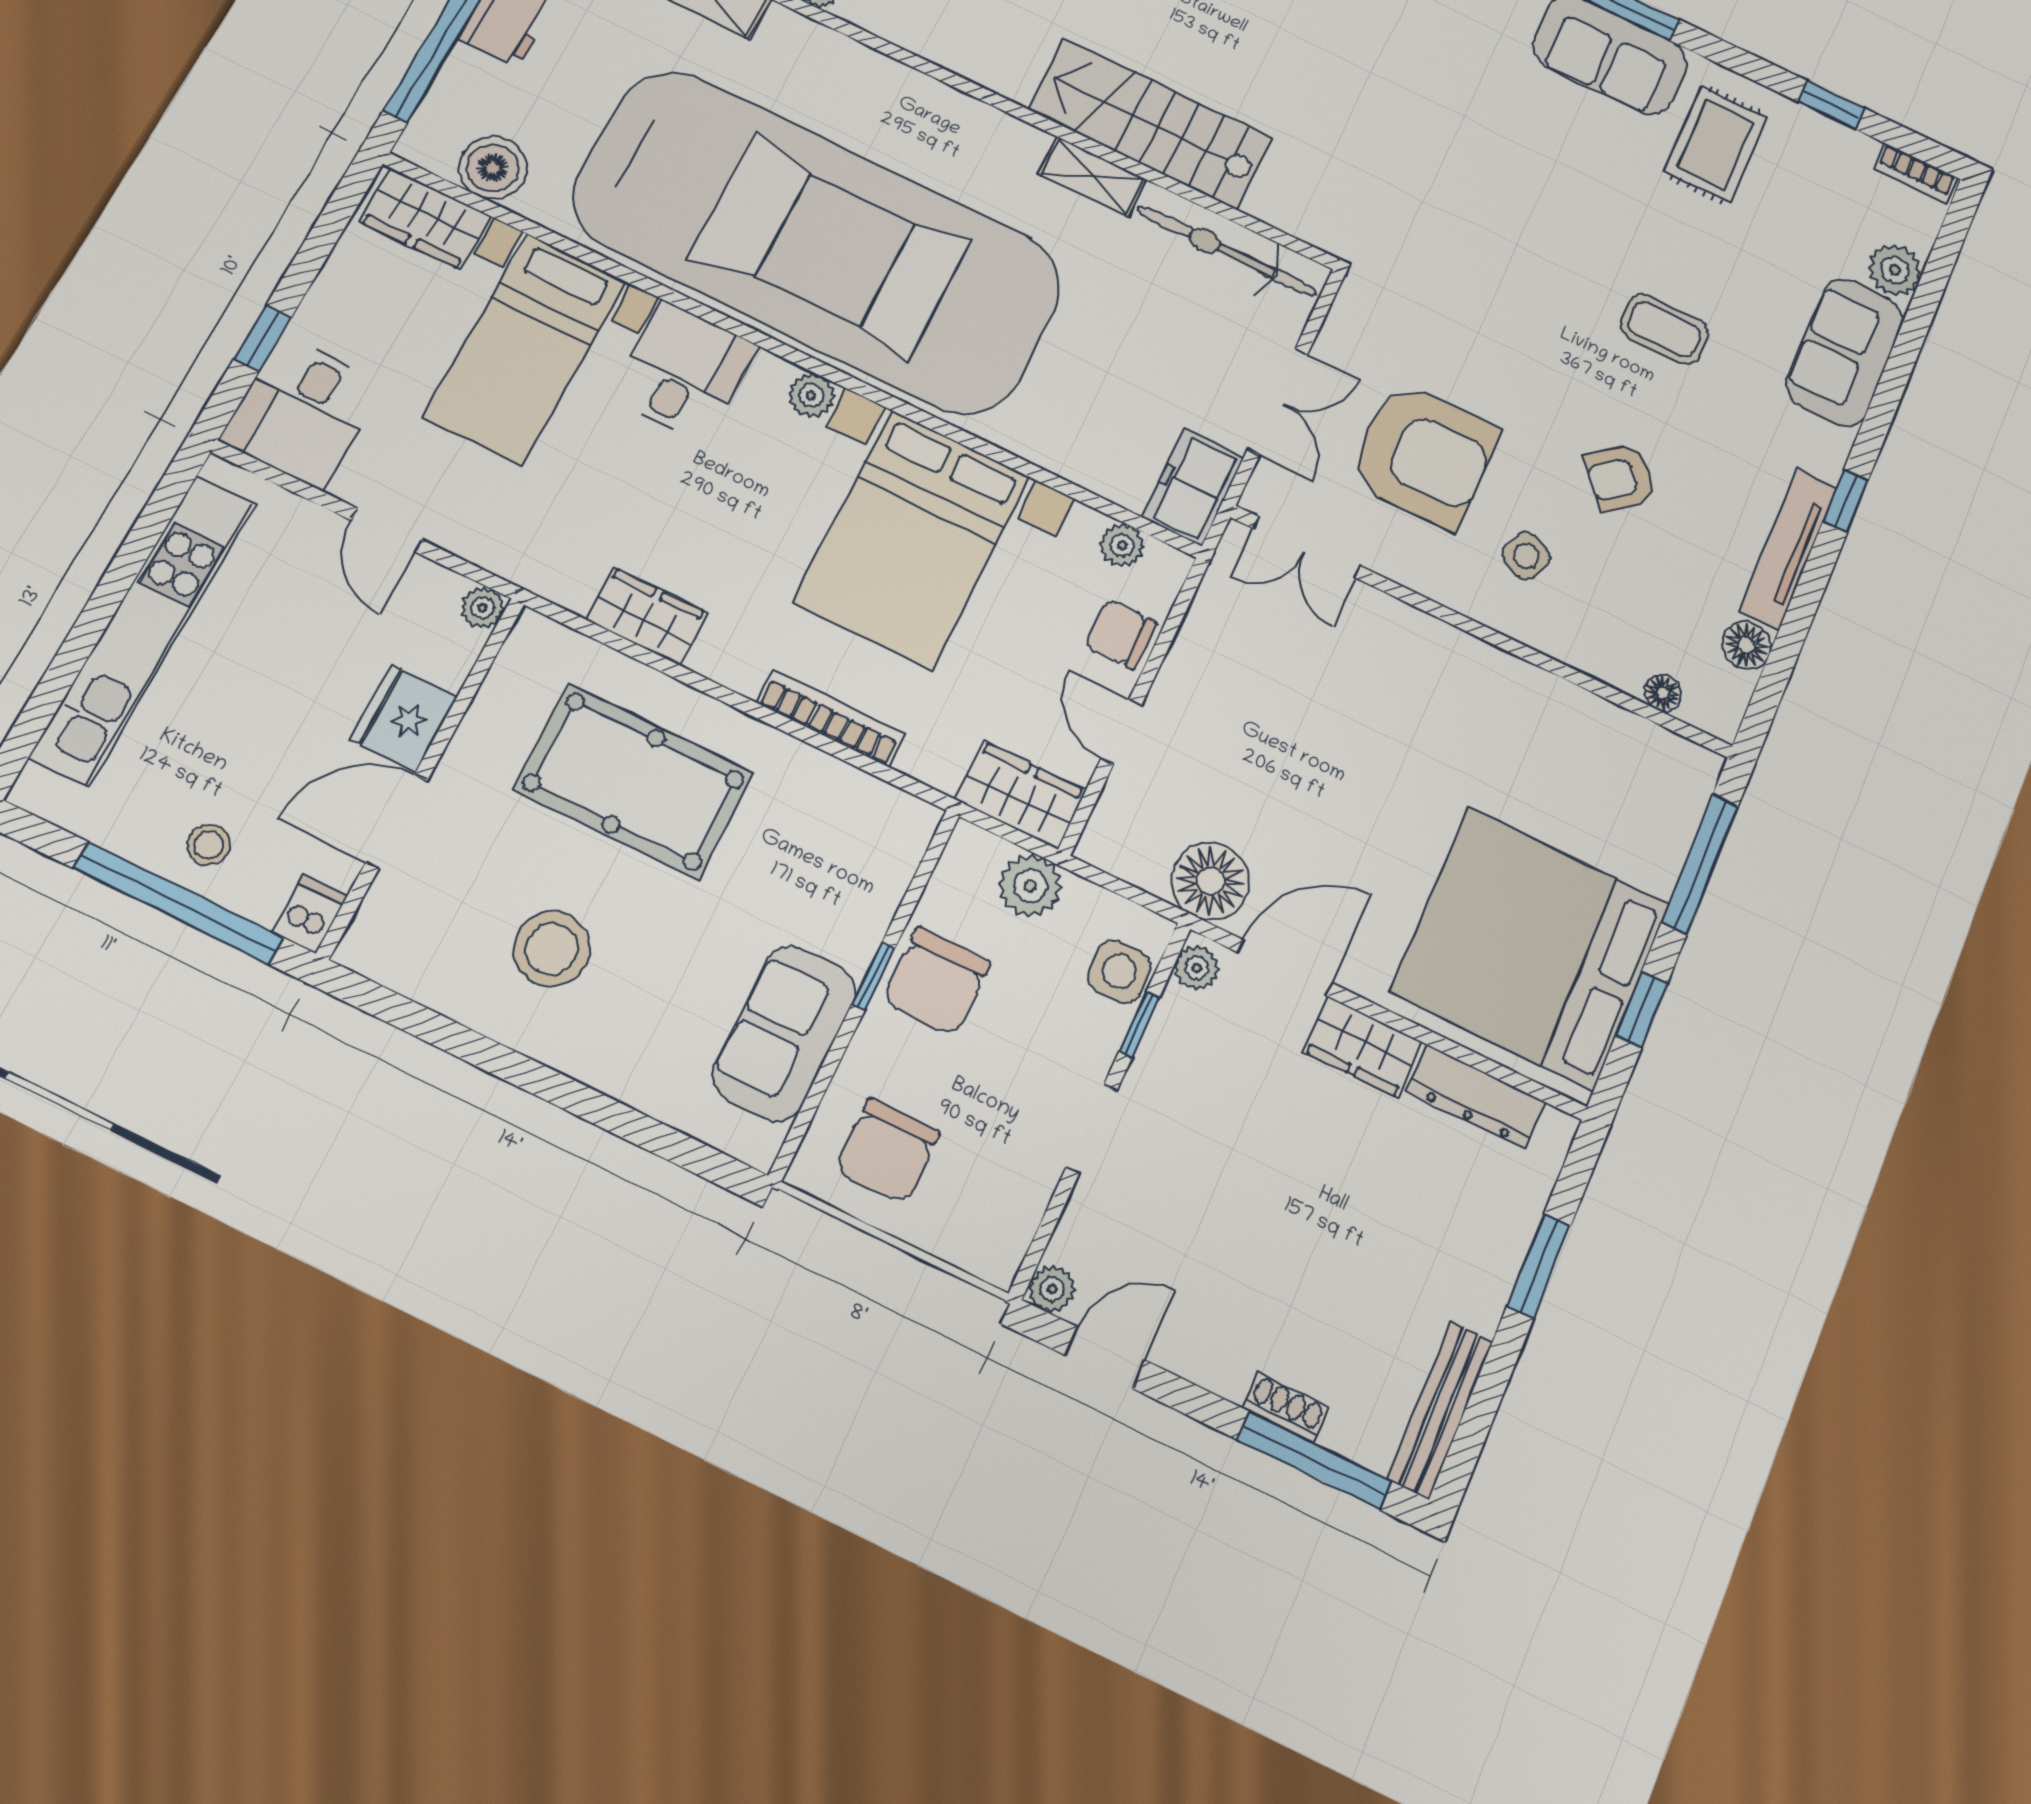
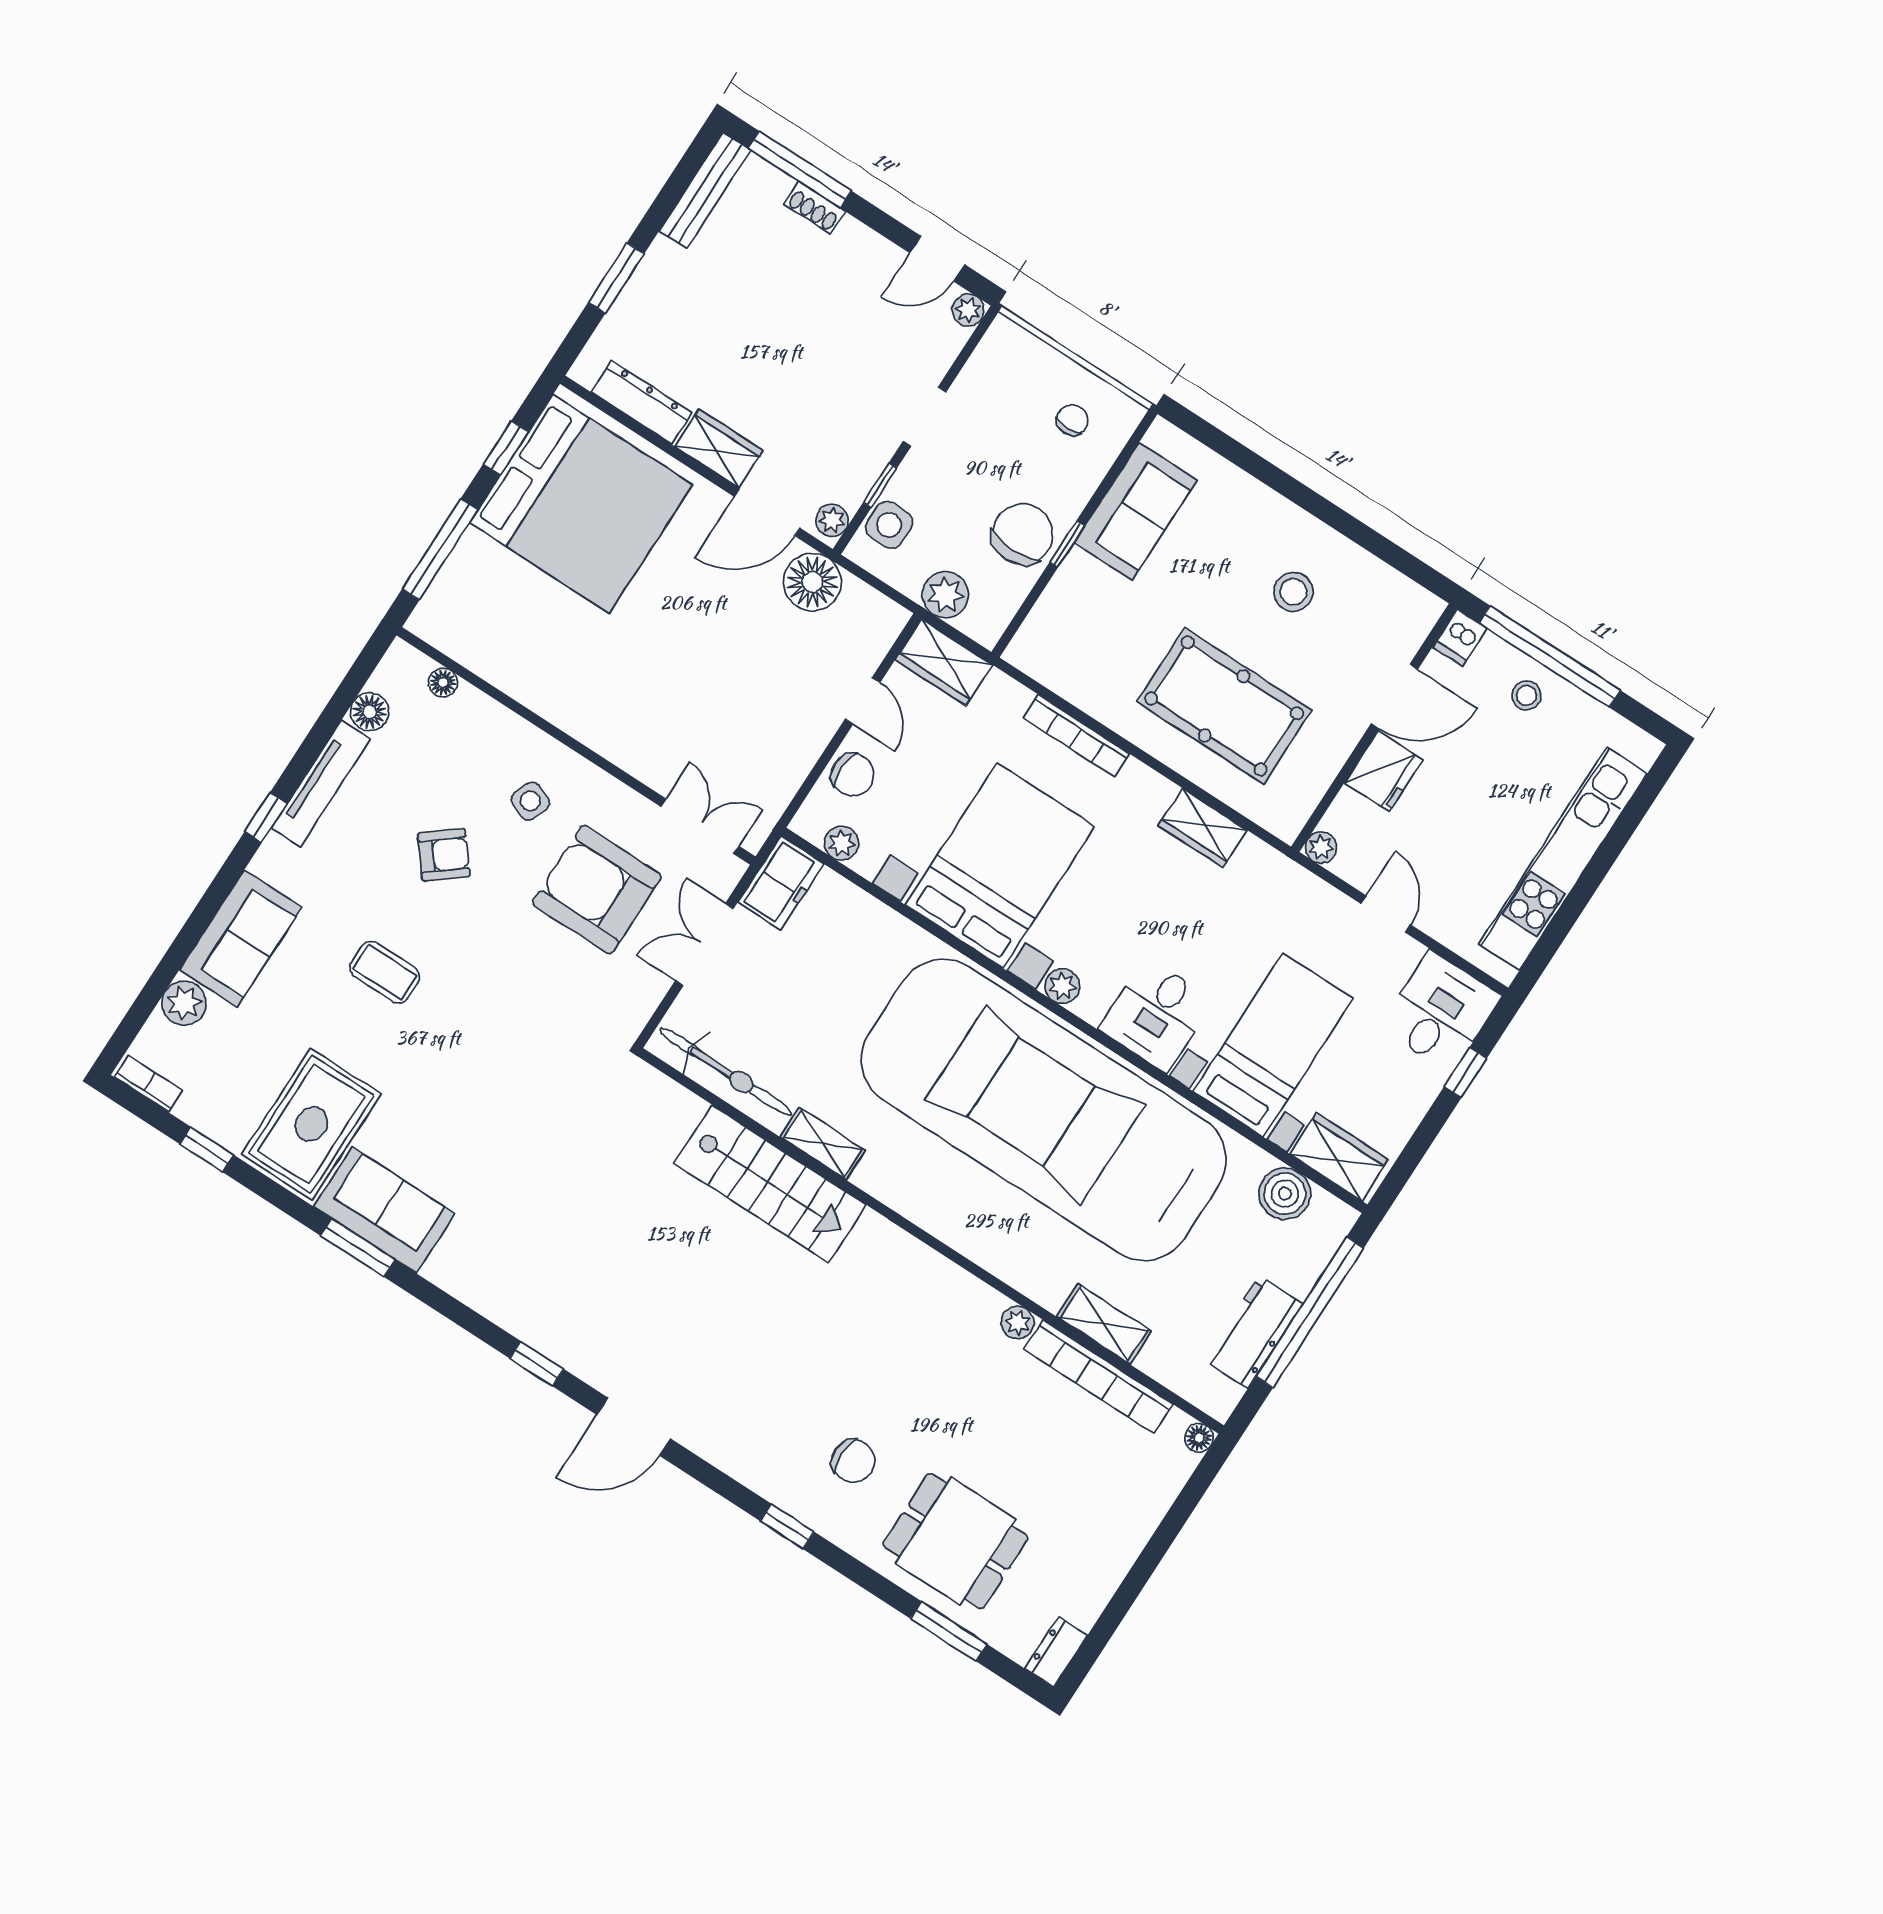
rug: (1716, 144) -> (311, 1124), width x1.36, depth x1.43
stool: (552, 949) -> (1293, 592), width x0.73, depth x0.73
chair: (887, 1151) -> (1072, 420), width x0.54, depth x0.54

